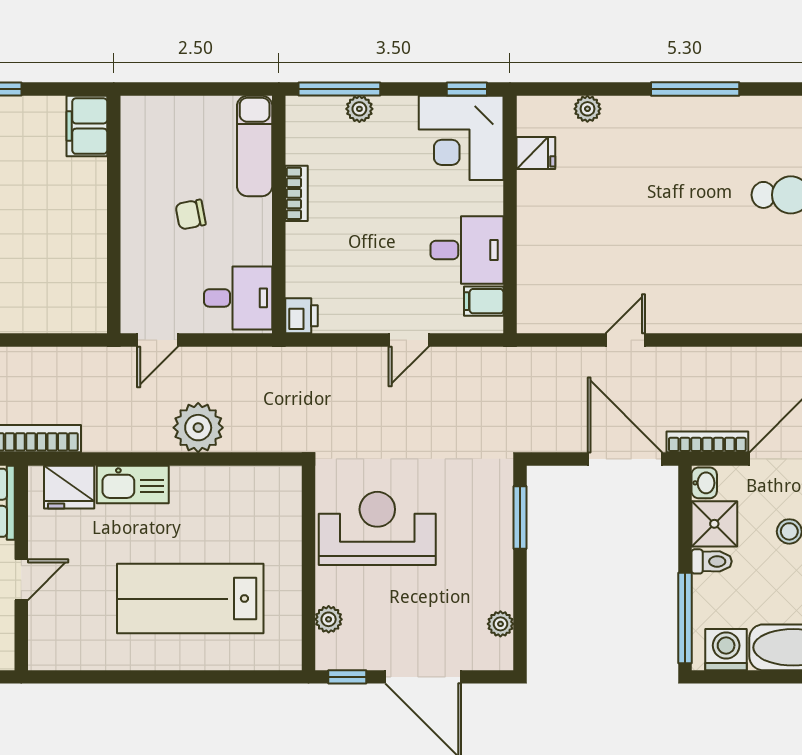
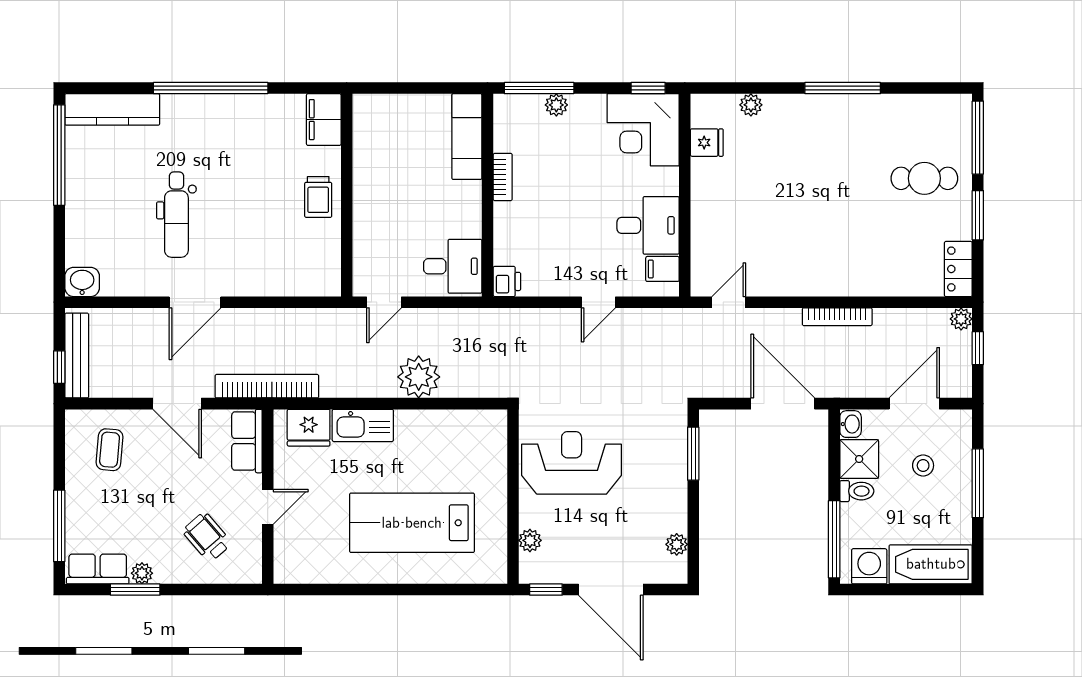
chair: (191, 214) -> (412, 195), removed
trolley: (80, 217) -> (318, 197), added
door: (625, 340) -> (729, 302), moved
bookcase: (707, 442) -> (837, 317), moved, turned 180

